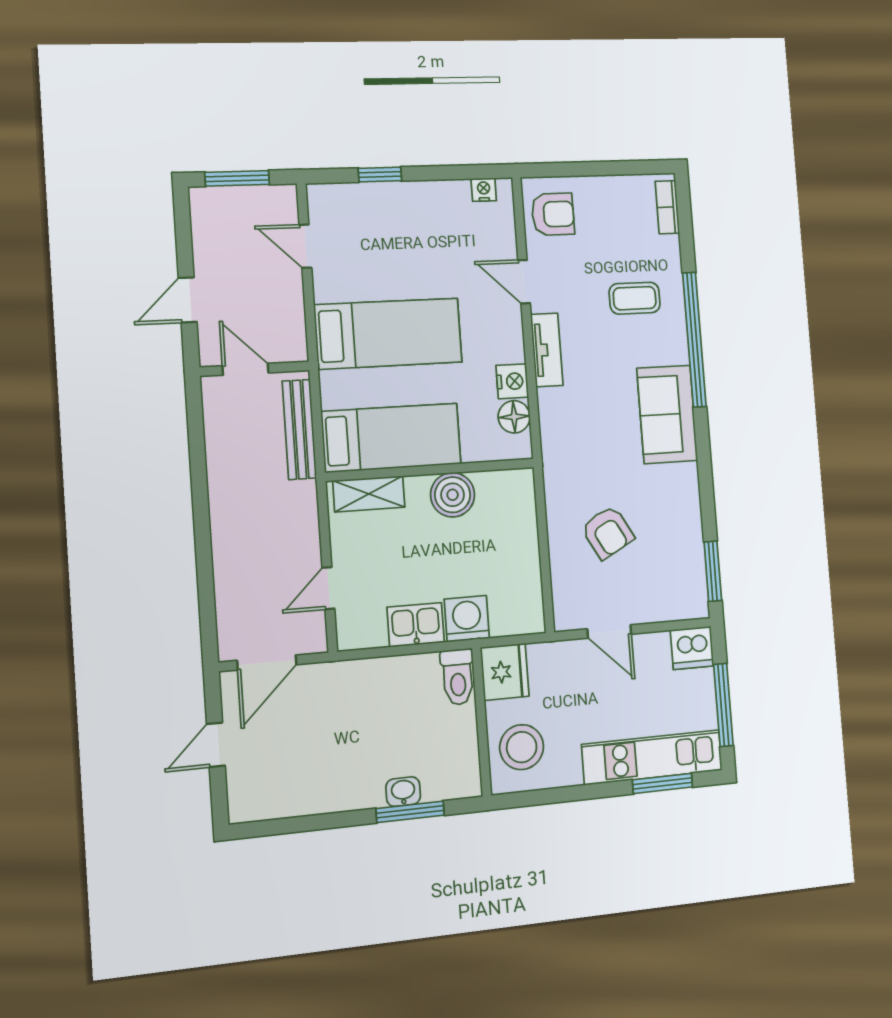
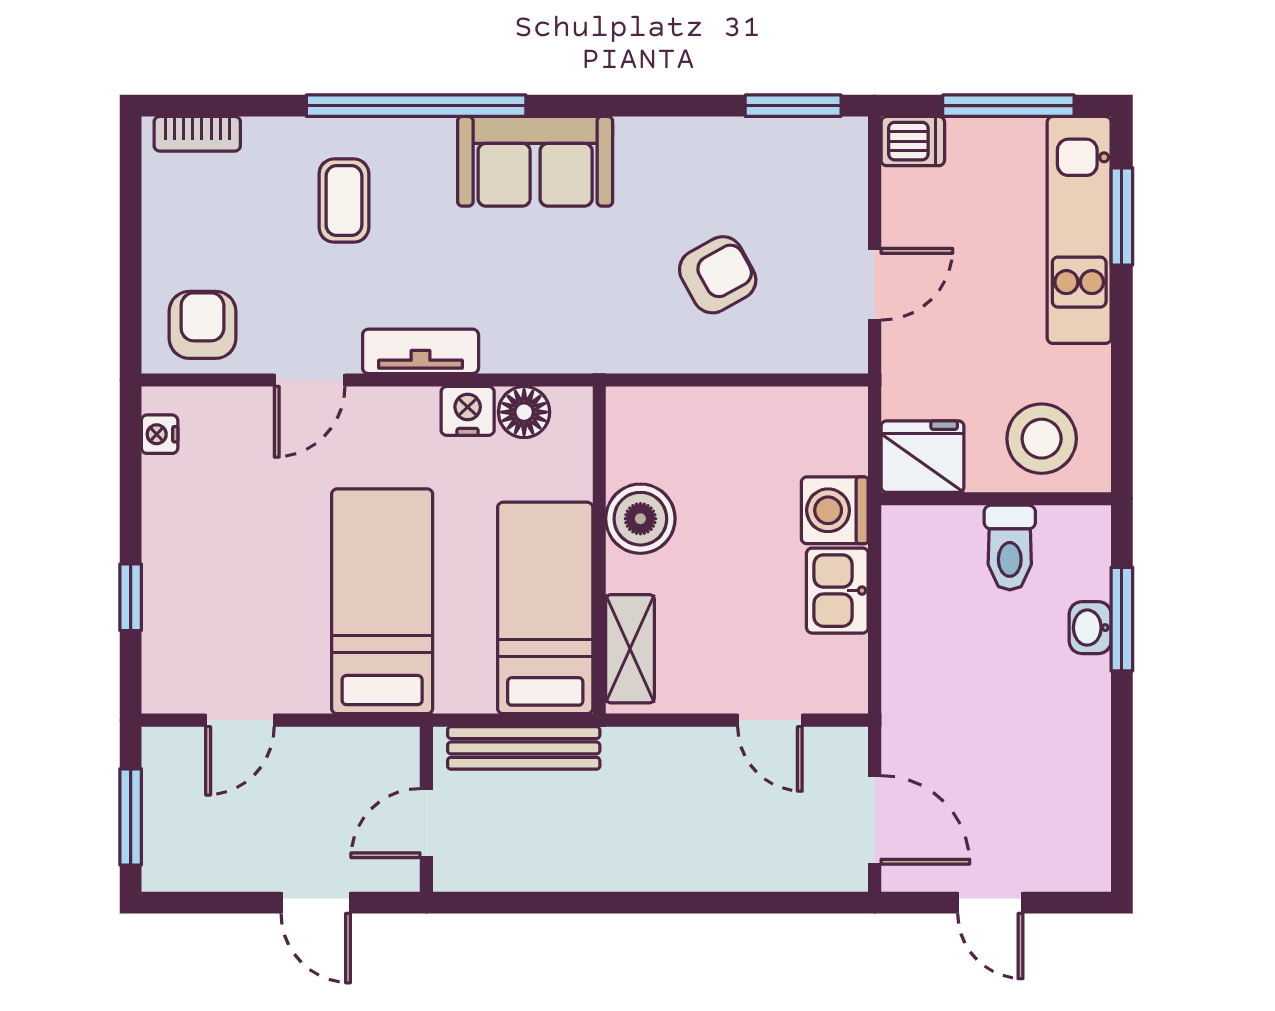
dishwasher: (692, 648) -> (913, 141), width x0.73
toilet: (458, 677) -> (1010, 548), moved, turned 90

